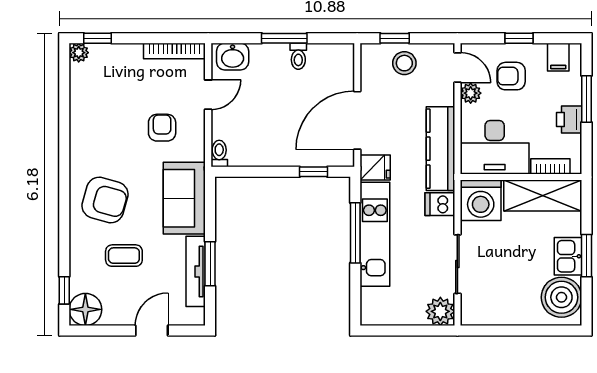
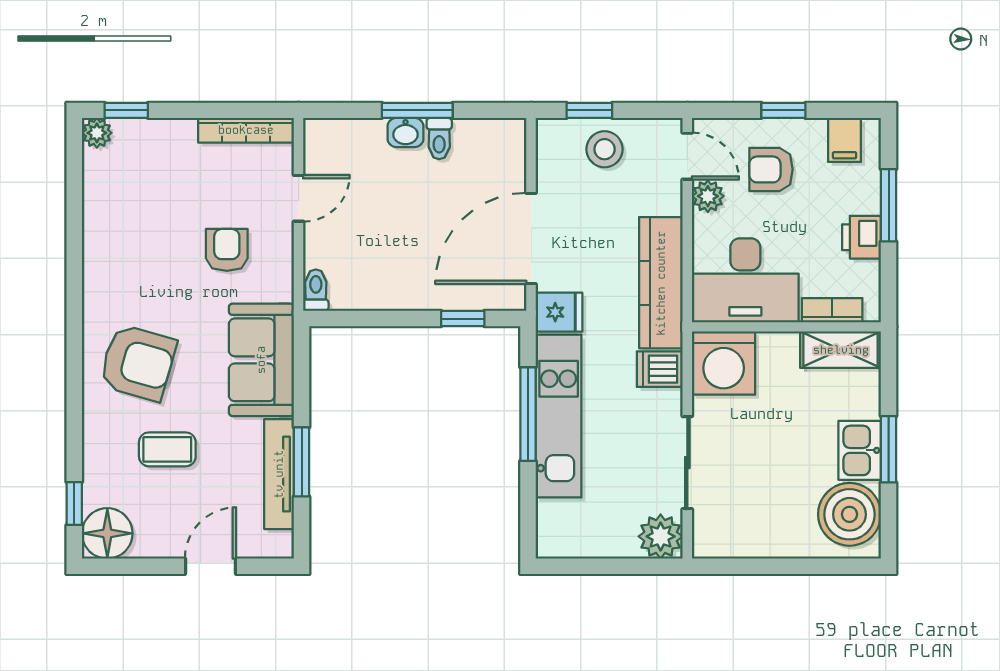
washbasin: (233, 57) -> (406, 133), moved, width x0.72, depth x0.69
shelving: (543, 196) -> (841, 350), width x0.67, depth x0.75

